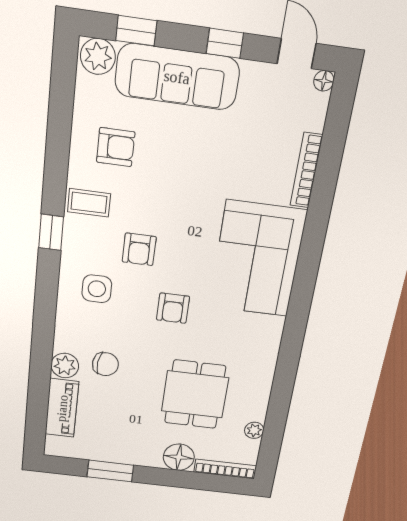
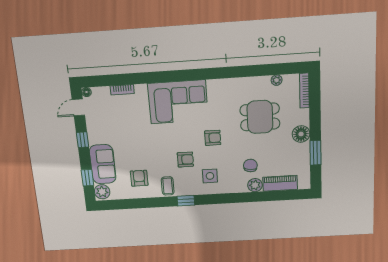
sofa: (177, 77) -> (103, 164), width x0.73
bookcase: (306, 170) -> (122, 90), width x0.64
floor lamp: (179, 457) -> (301, 134), moved

